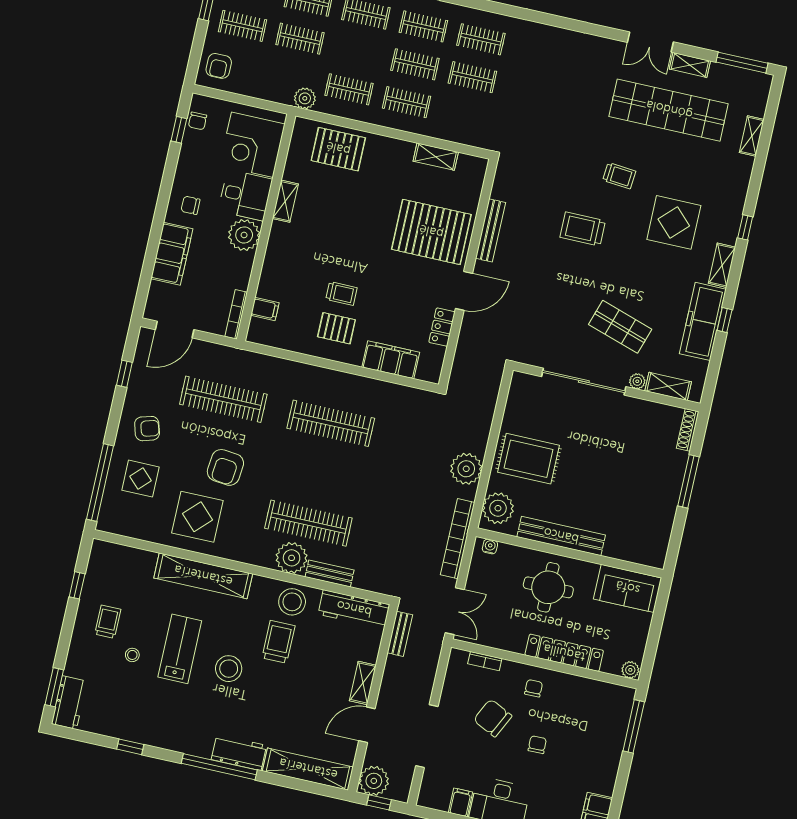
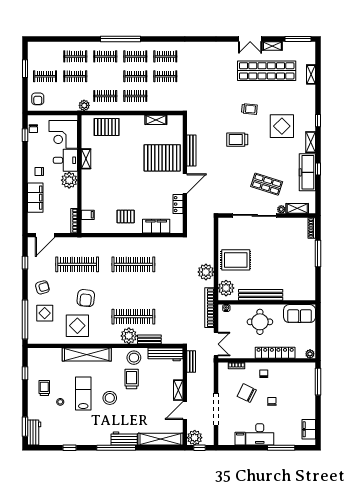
trolley: (341, 294) -> (124, 199), removed

